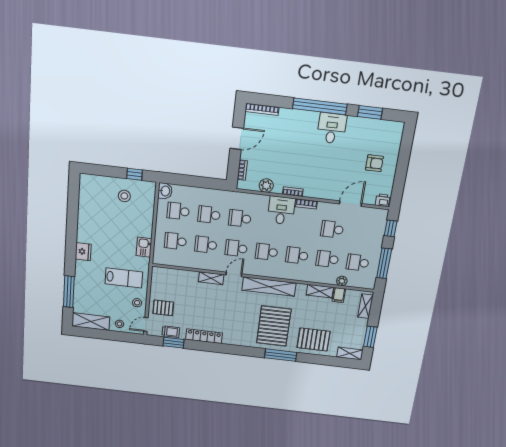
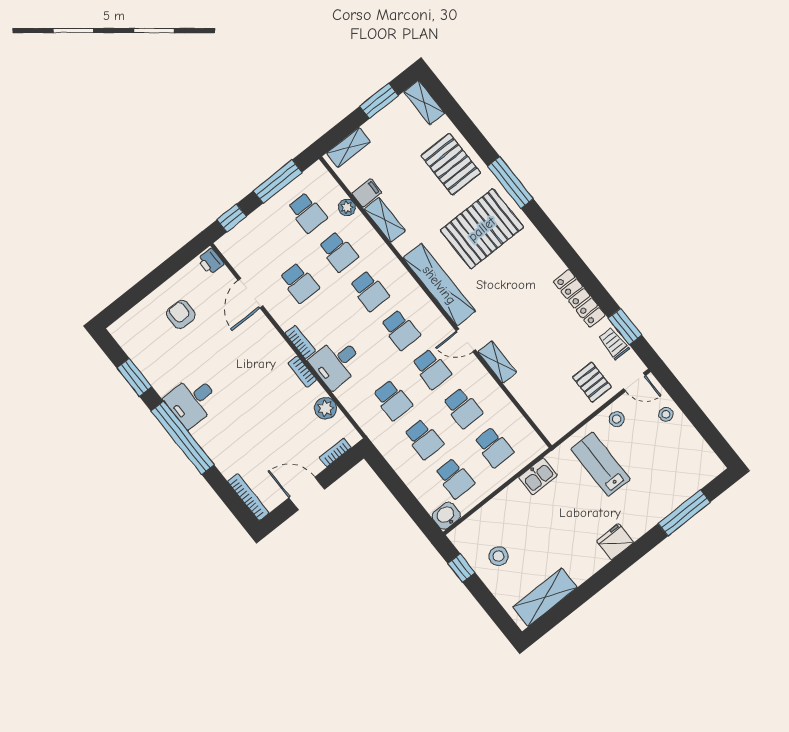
door: (350, 204) -> (250, 293), hinge flipped
shelving: (91, 322) -> (545, 597), moved, turned 90

